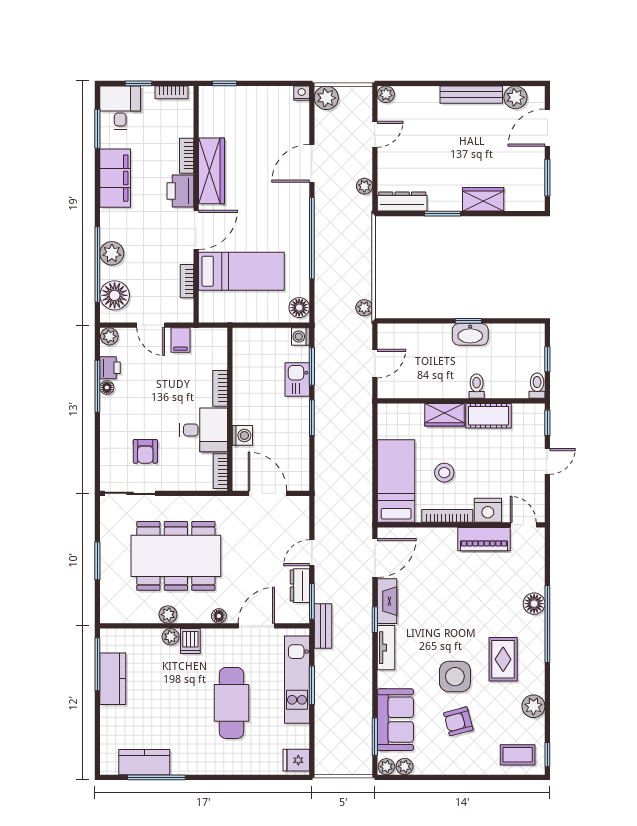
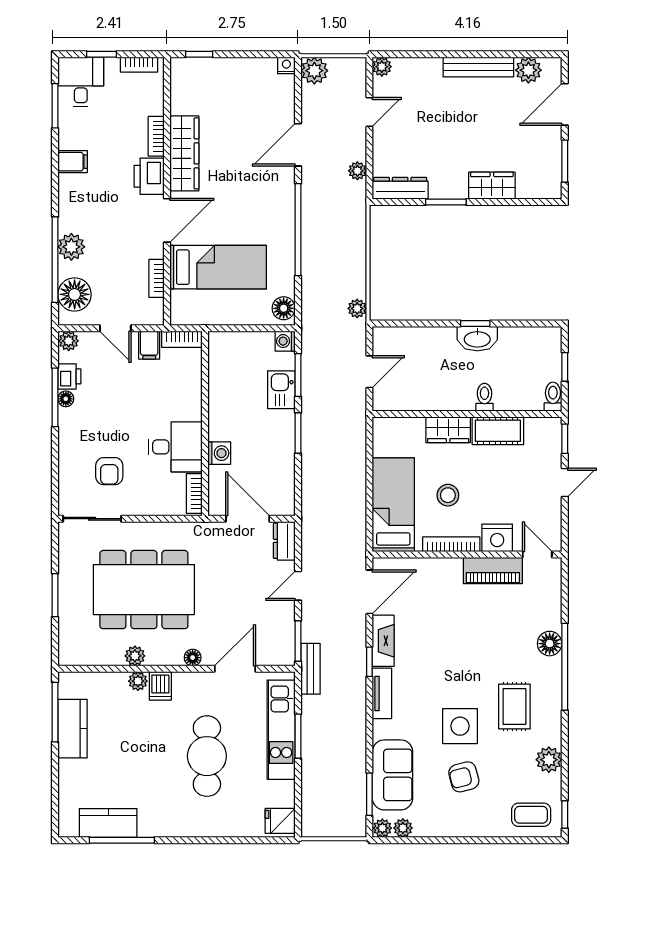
filing cabinet: (115, 178) -> (73, 162), width x0.33, depth x0.86
bookcase: (220, 388) -> (182, 339), moved, turned -90
dresser: (300, 586) -> (284, 541), moved

